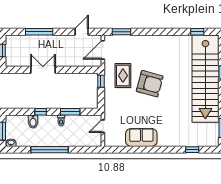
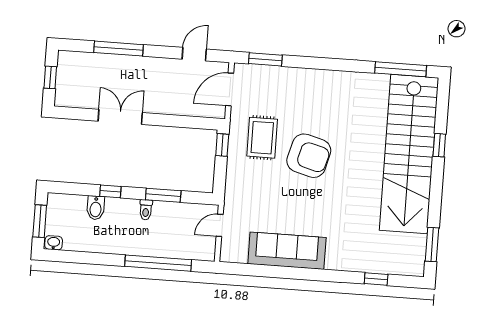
window: (197, 32) -> (401, 69), width x2.17
sofa: (141, 137) -> (287, 251), width x1.36
window: (50, 150) -> (158, 263), moved

